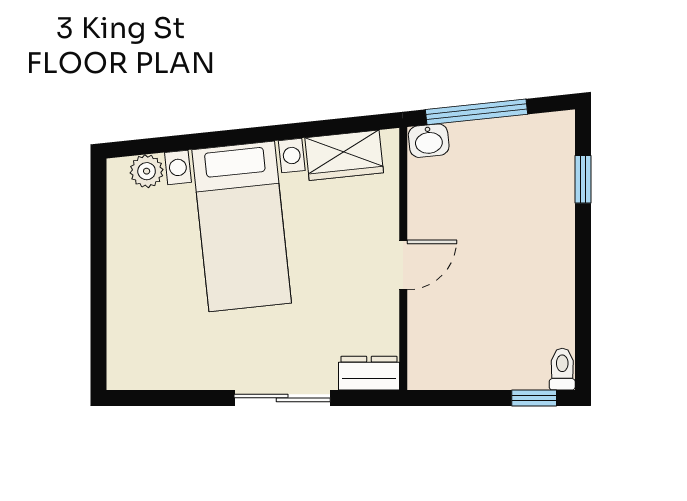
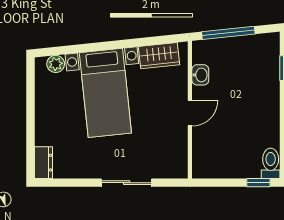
washbasin: (429, 141) -> (200, 75), moved, turned -84
toilet: (562, 369) -> (271, 163), width x1.37, depth x1.39
dresser: (369, 373) -> (44, 163), moved, turned 90

